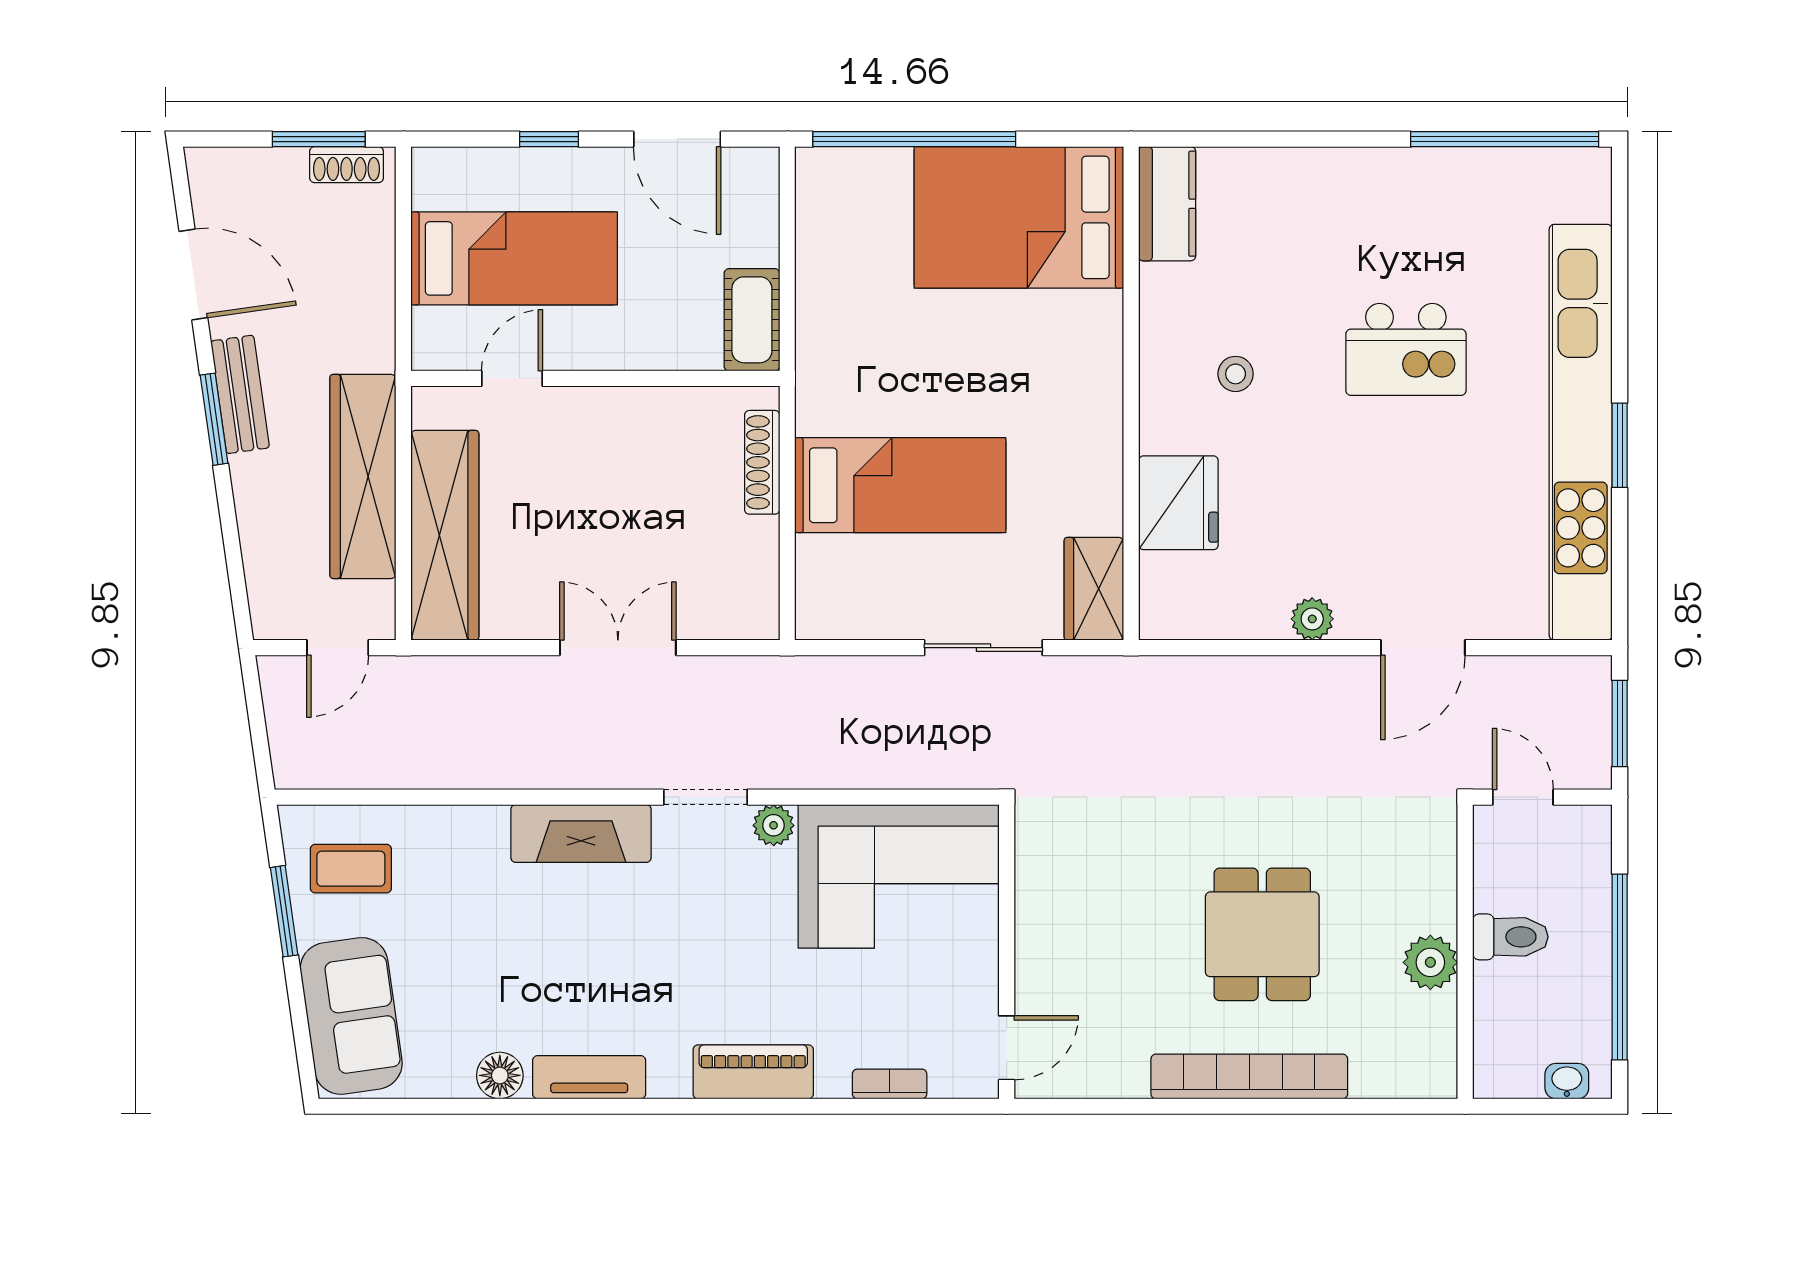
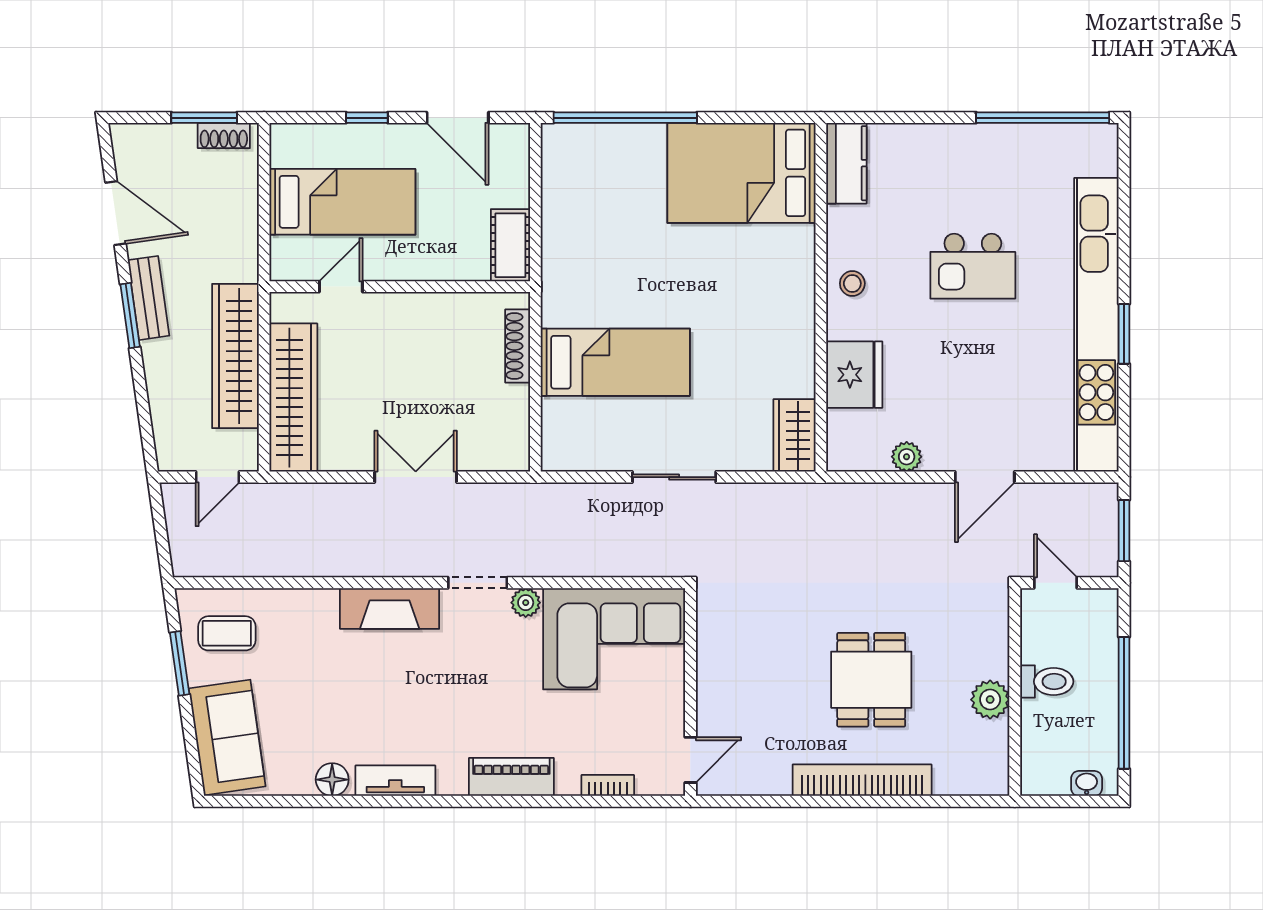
kitchen counter: (1167, 204) -> (846, 163), moved
bed: (1019, 217) -> (741, 173), moved
wall: (1131, 393) -> (821, 297), moved
fridge: (1178, 503) -> (854, 375), moved
wardrobe: (1094, 589) -> (795, 435), moved

